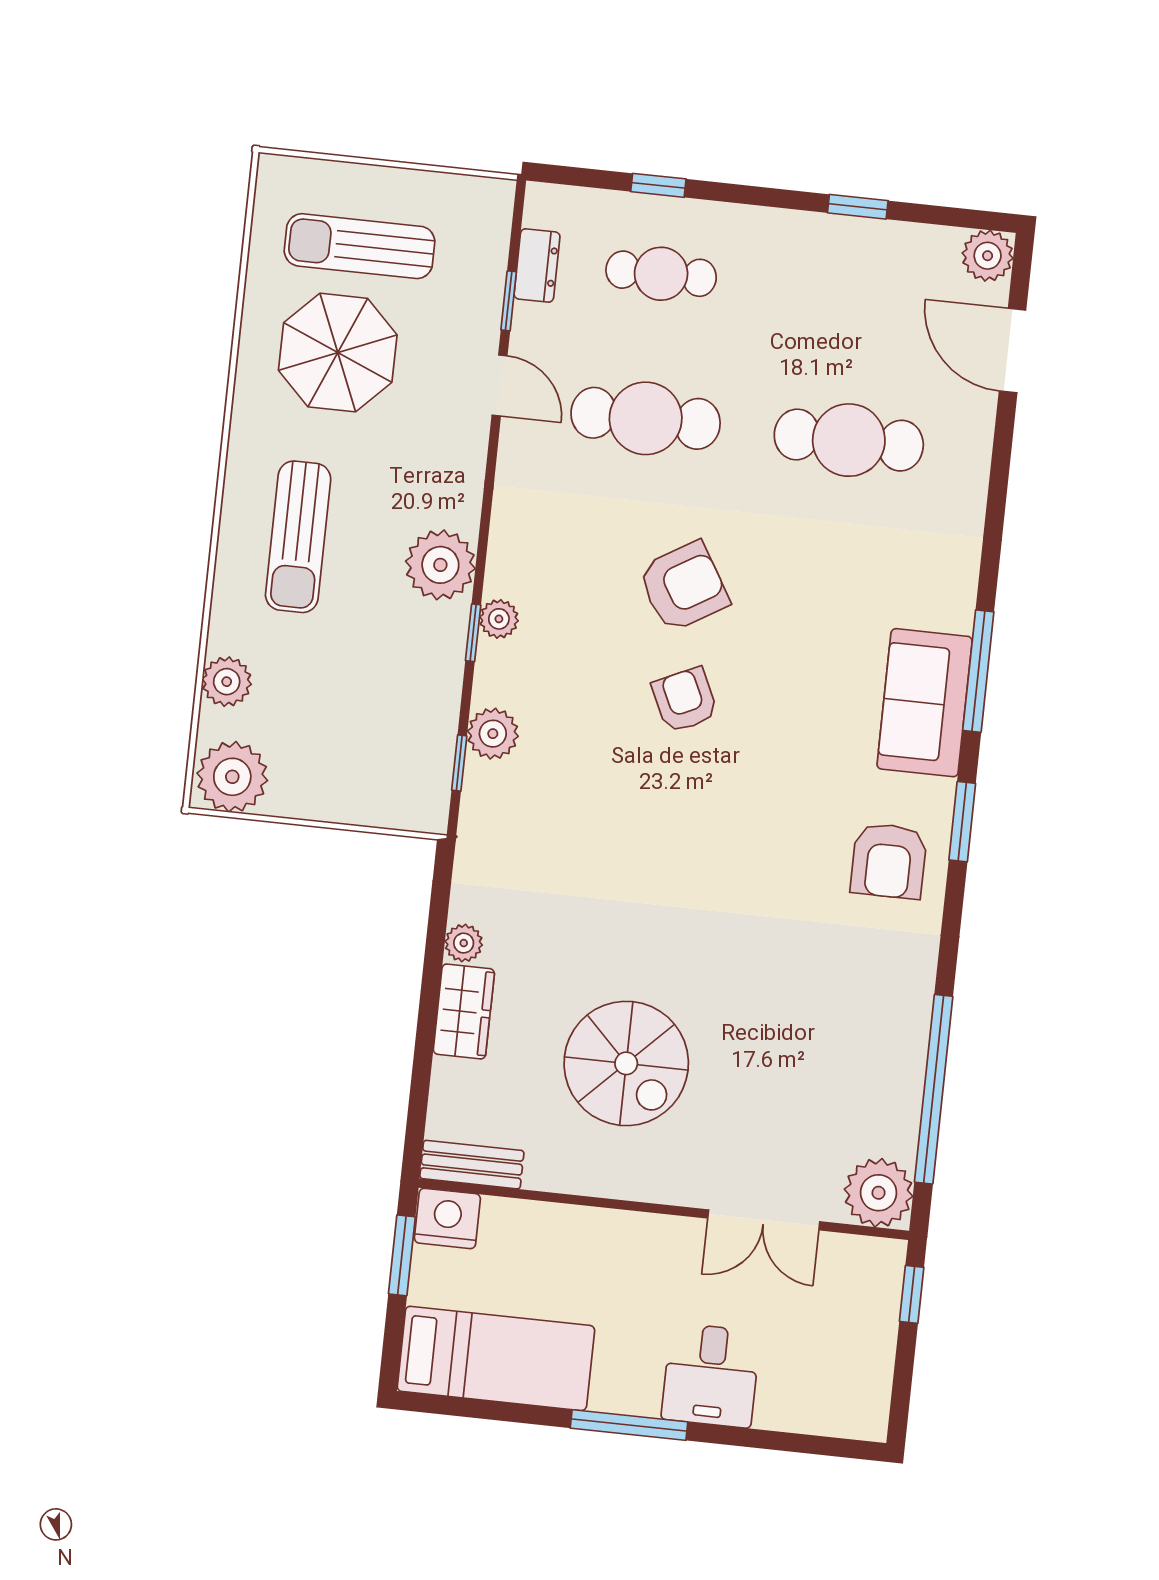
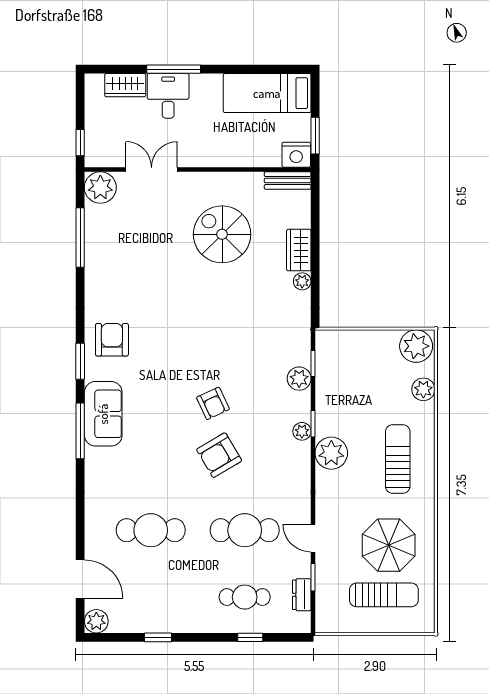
window: (934, 1089) -> (80, 238), width x0.68
wardrobe: (801, 1408) -> (125, 85), added
window: (629, 1425) -> (174, 69), moved

